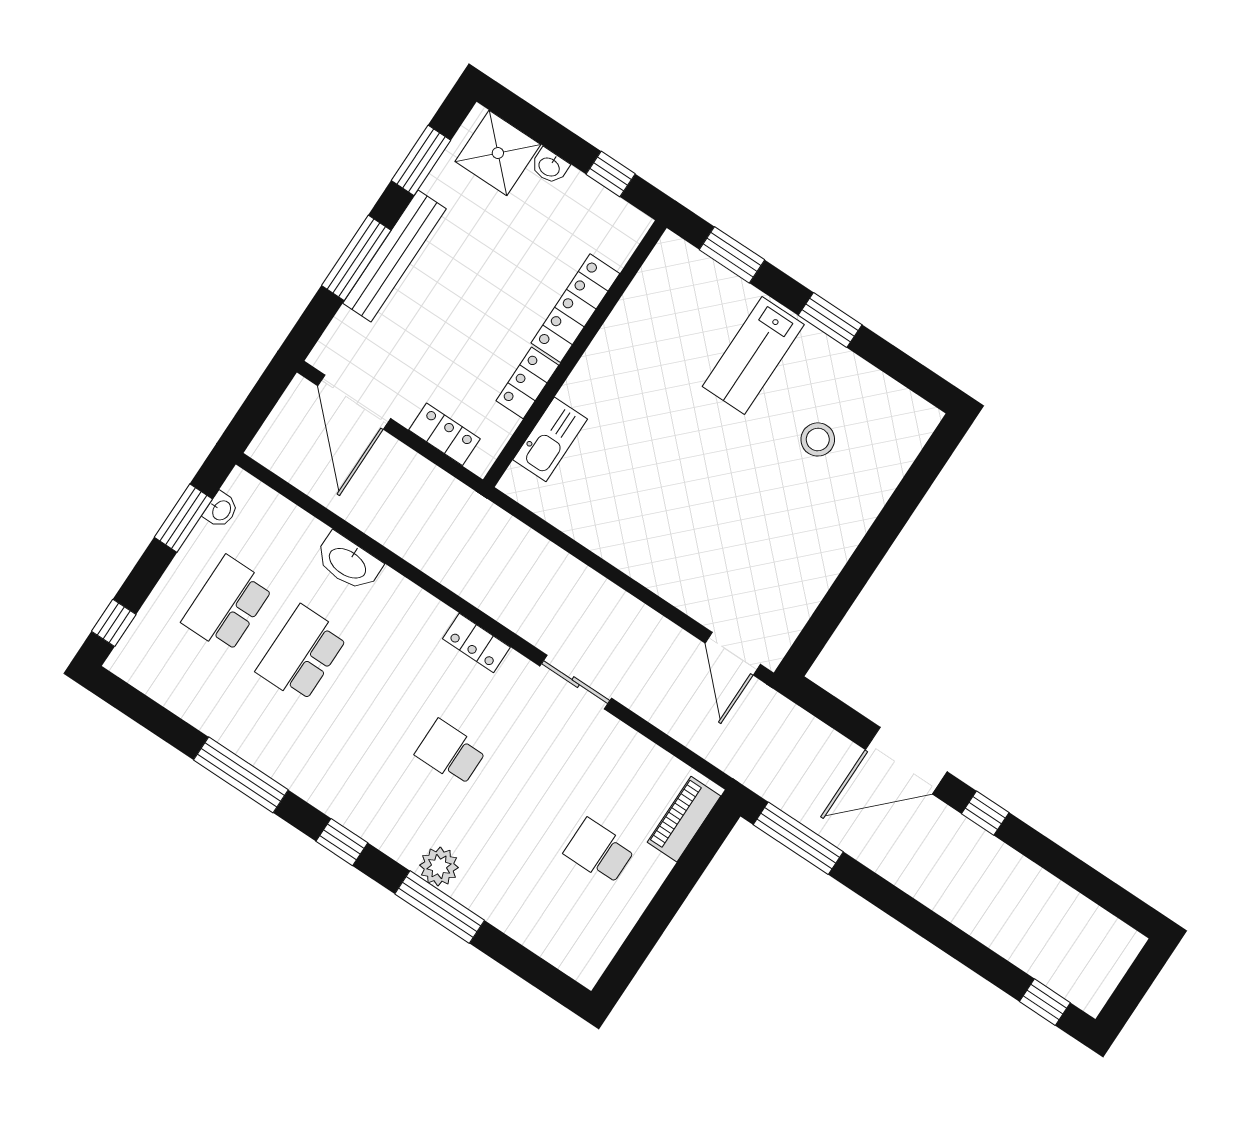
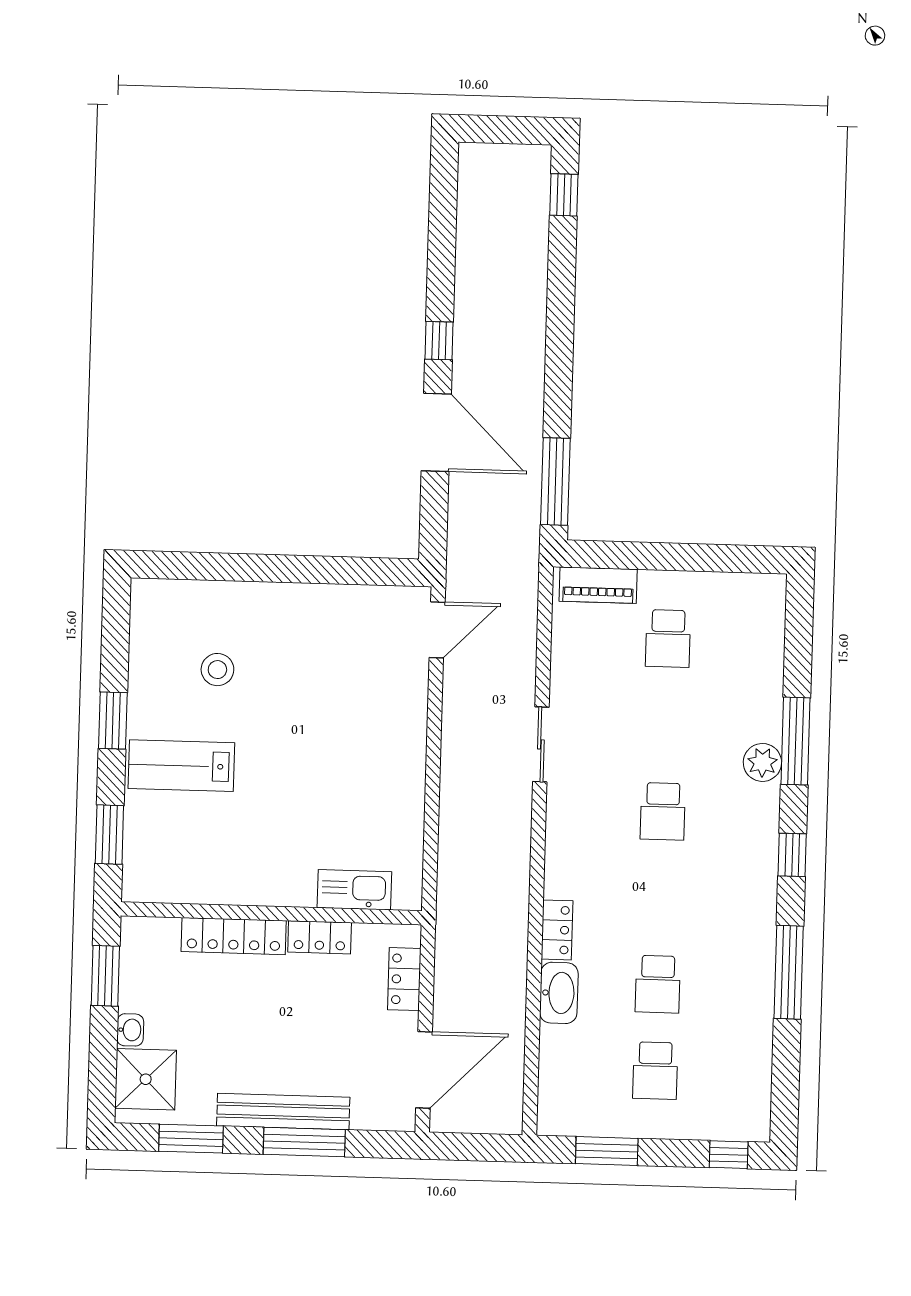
window: (611, 174) -> (105, 976), width x1.50
lab bench: (753, 355) -> (181, 766), turned 180
washbasin: (221, 510) -> (581, 1124), removed
school desk: (227, 604) -> (655, 1071), width x0.54
locker: (476, 643) -> (557, 930), moved
school desk: (302, 654) -> (658, 984), width x0.54

